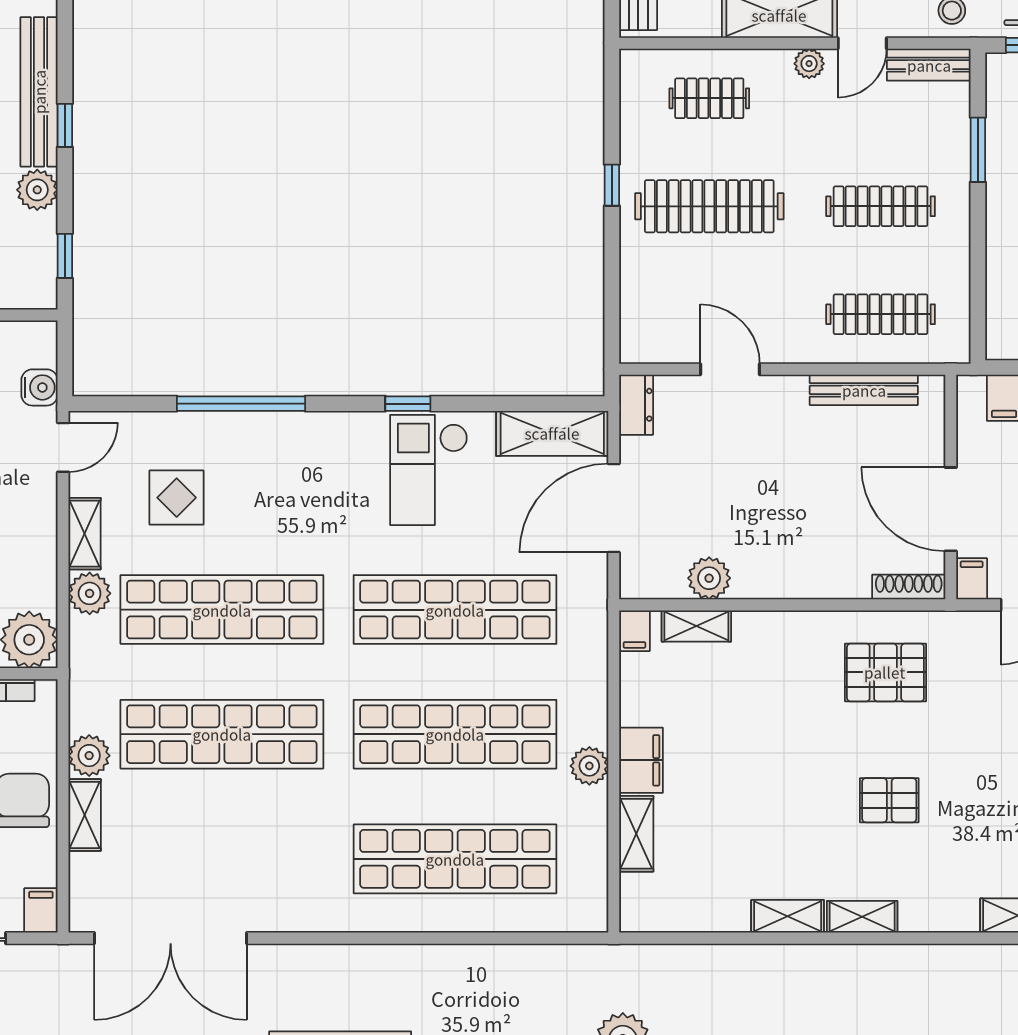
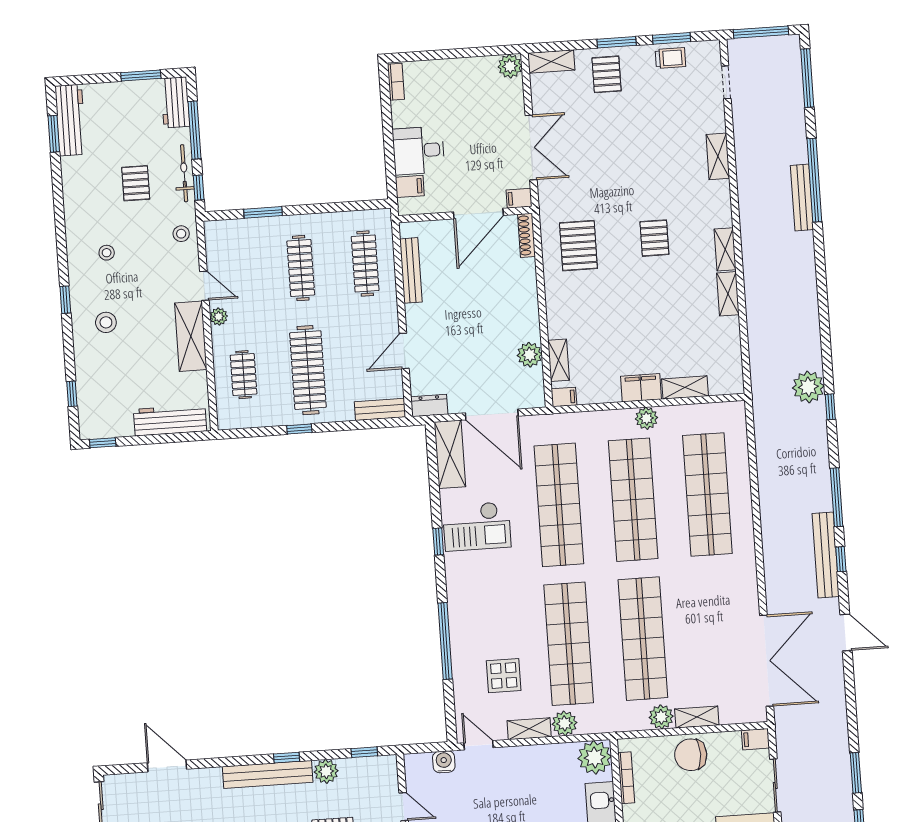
bench: (929, 65) -> (380, 409), moved, turned 90

